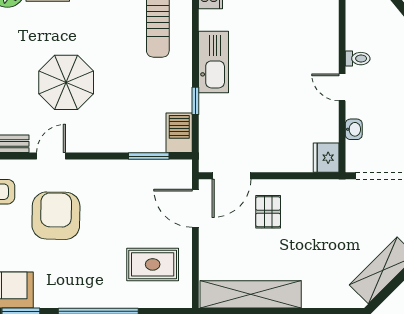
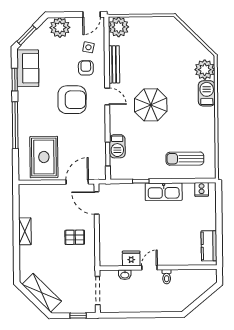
barbecue: (179, 133) -> (117, 146), moved, turned 90
fridge: (326, 158) -> (131, 258), moved
pallet: (268, 212) -> (75, 237), moved
rug: (153, 264) -> (44, 157), width x1.36, depth x1.43
shelving: (251, 294) -> (25, 231), width x0.45, depth x0.75

